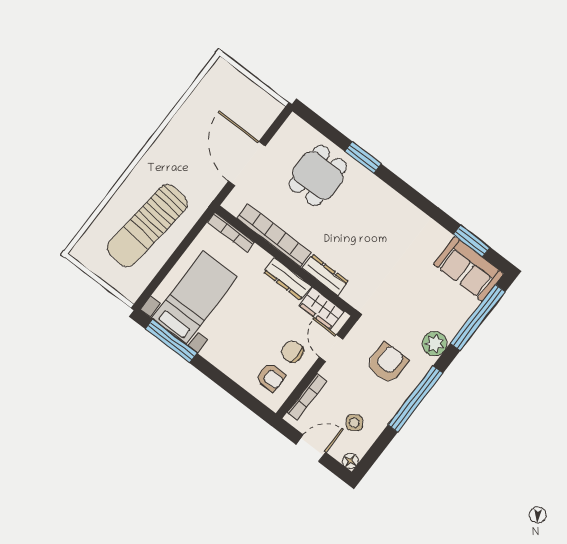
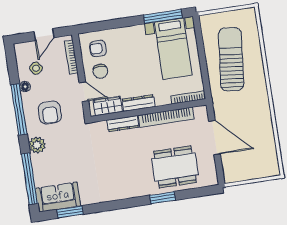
dining table: (318, 176) -> (175, 167), width x1.38
chair: (292, 352) -> (100, 71), turned 90
floor lamp: (350, 461) -> (25, 87), moved

